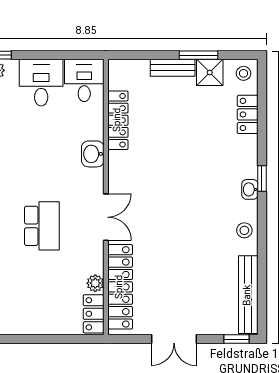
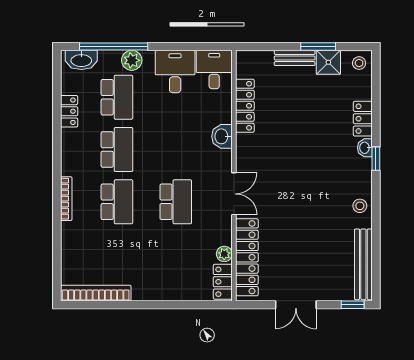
locker: (248, 114) -> (363, 119), moved
washbasin: (250, 189) -> (365, 148), moved

